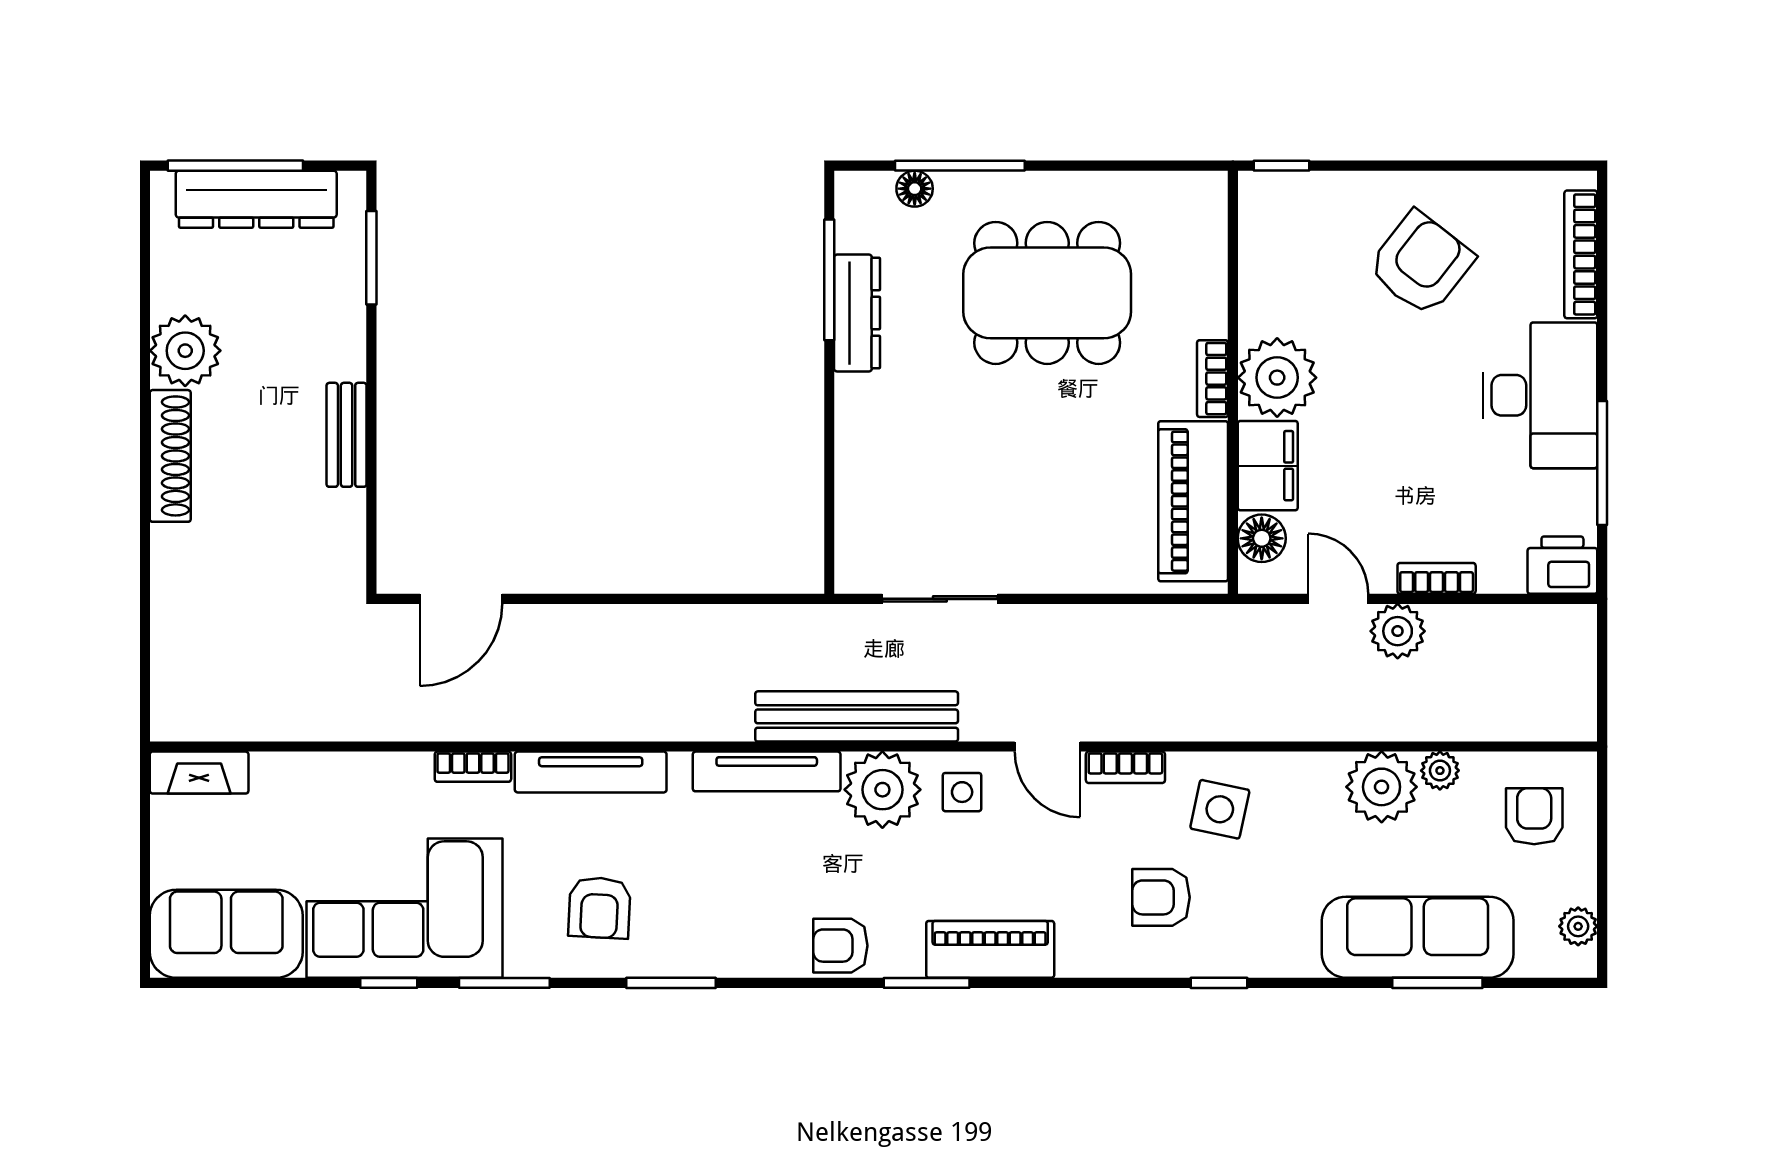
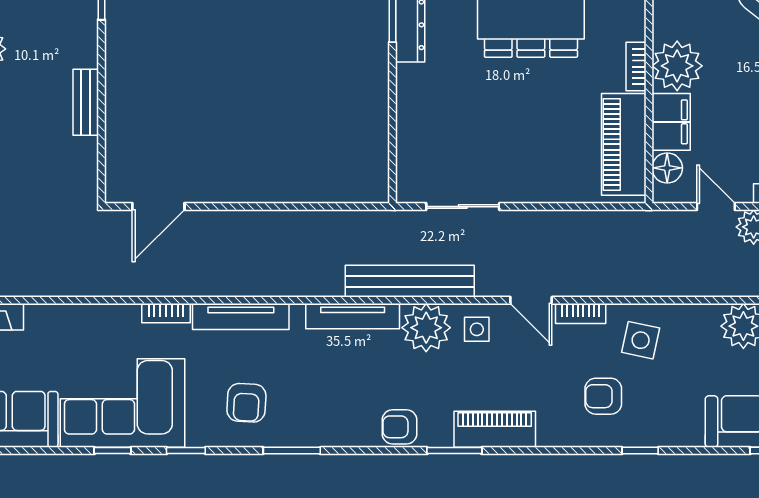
window: (504, 983) -> (186, 451), width x0.67

